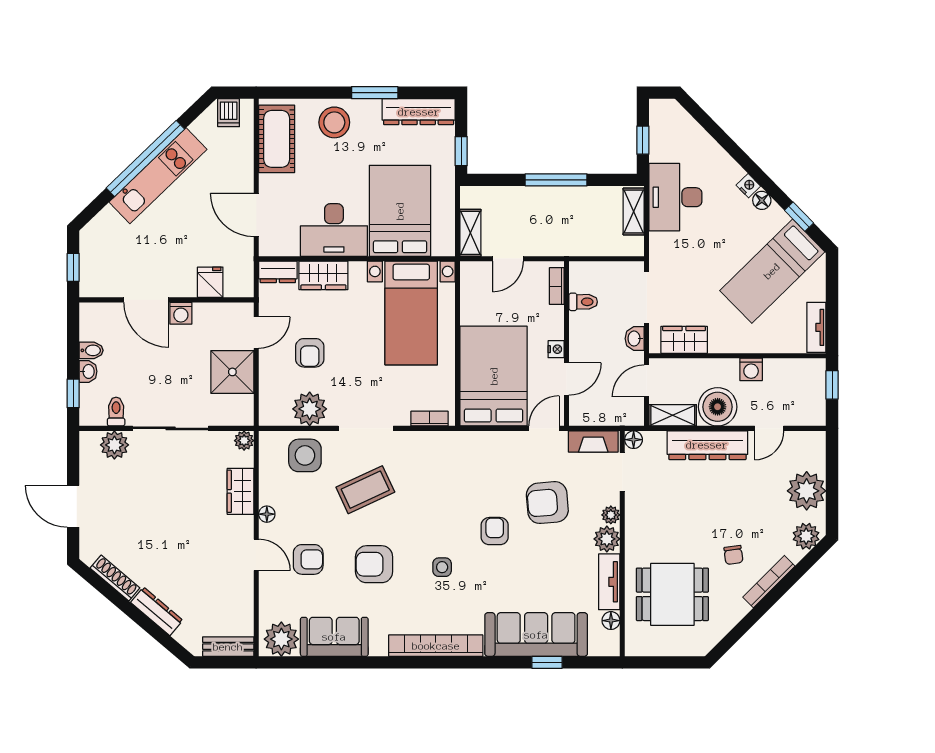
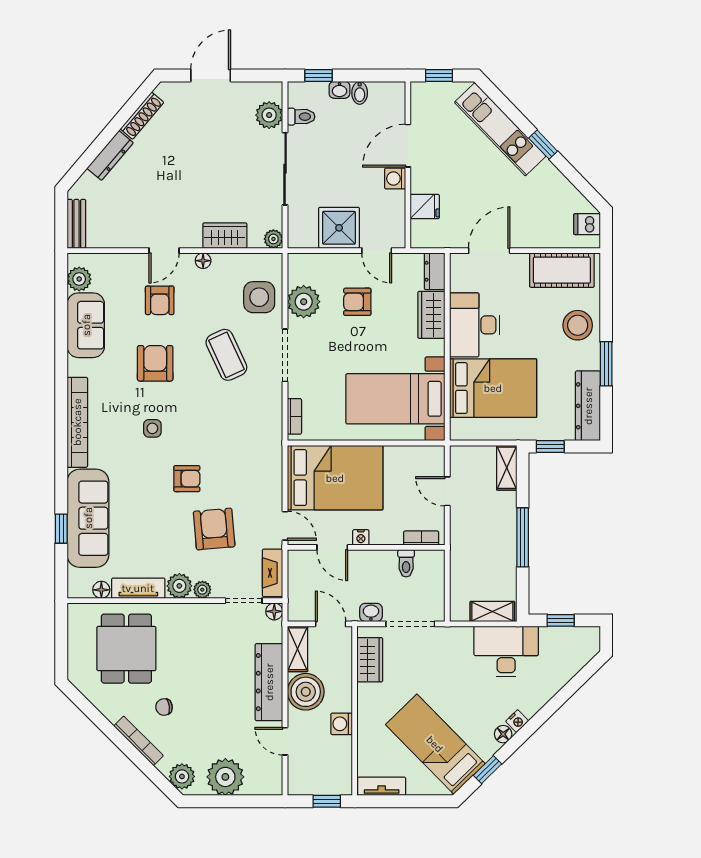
window: (145, 159) -> (543, 145), width x0.32
kitchen unit: (158, 176) -> (500, 129), moved
shelving: (470, 233) -> (507, 468), moved, turned 90
plant: (281, 639) -> (79, 279), width x0.73, depth x0.73

